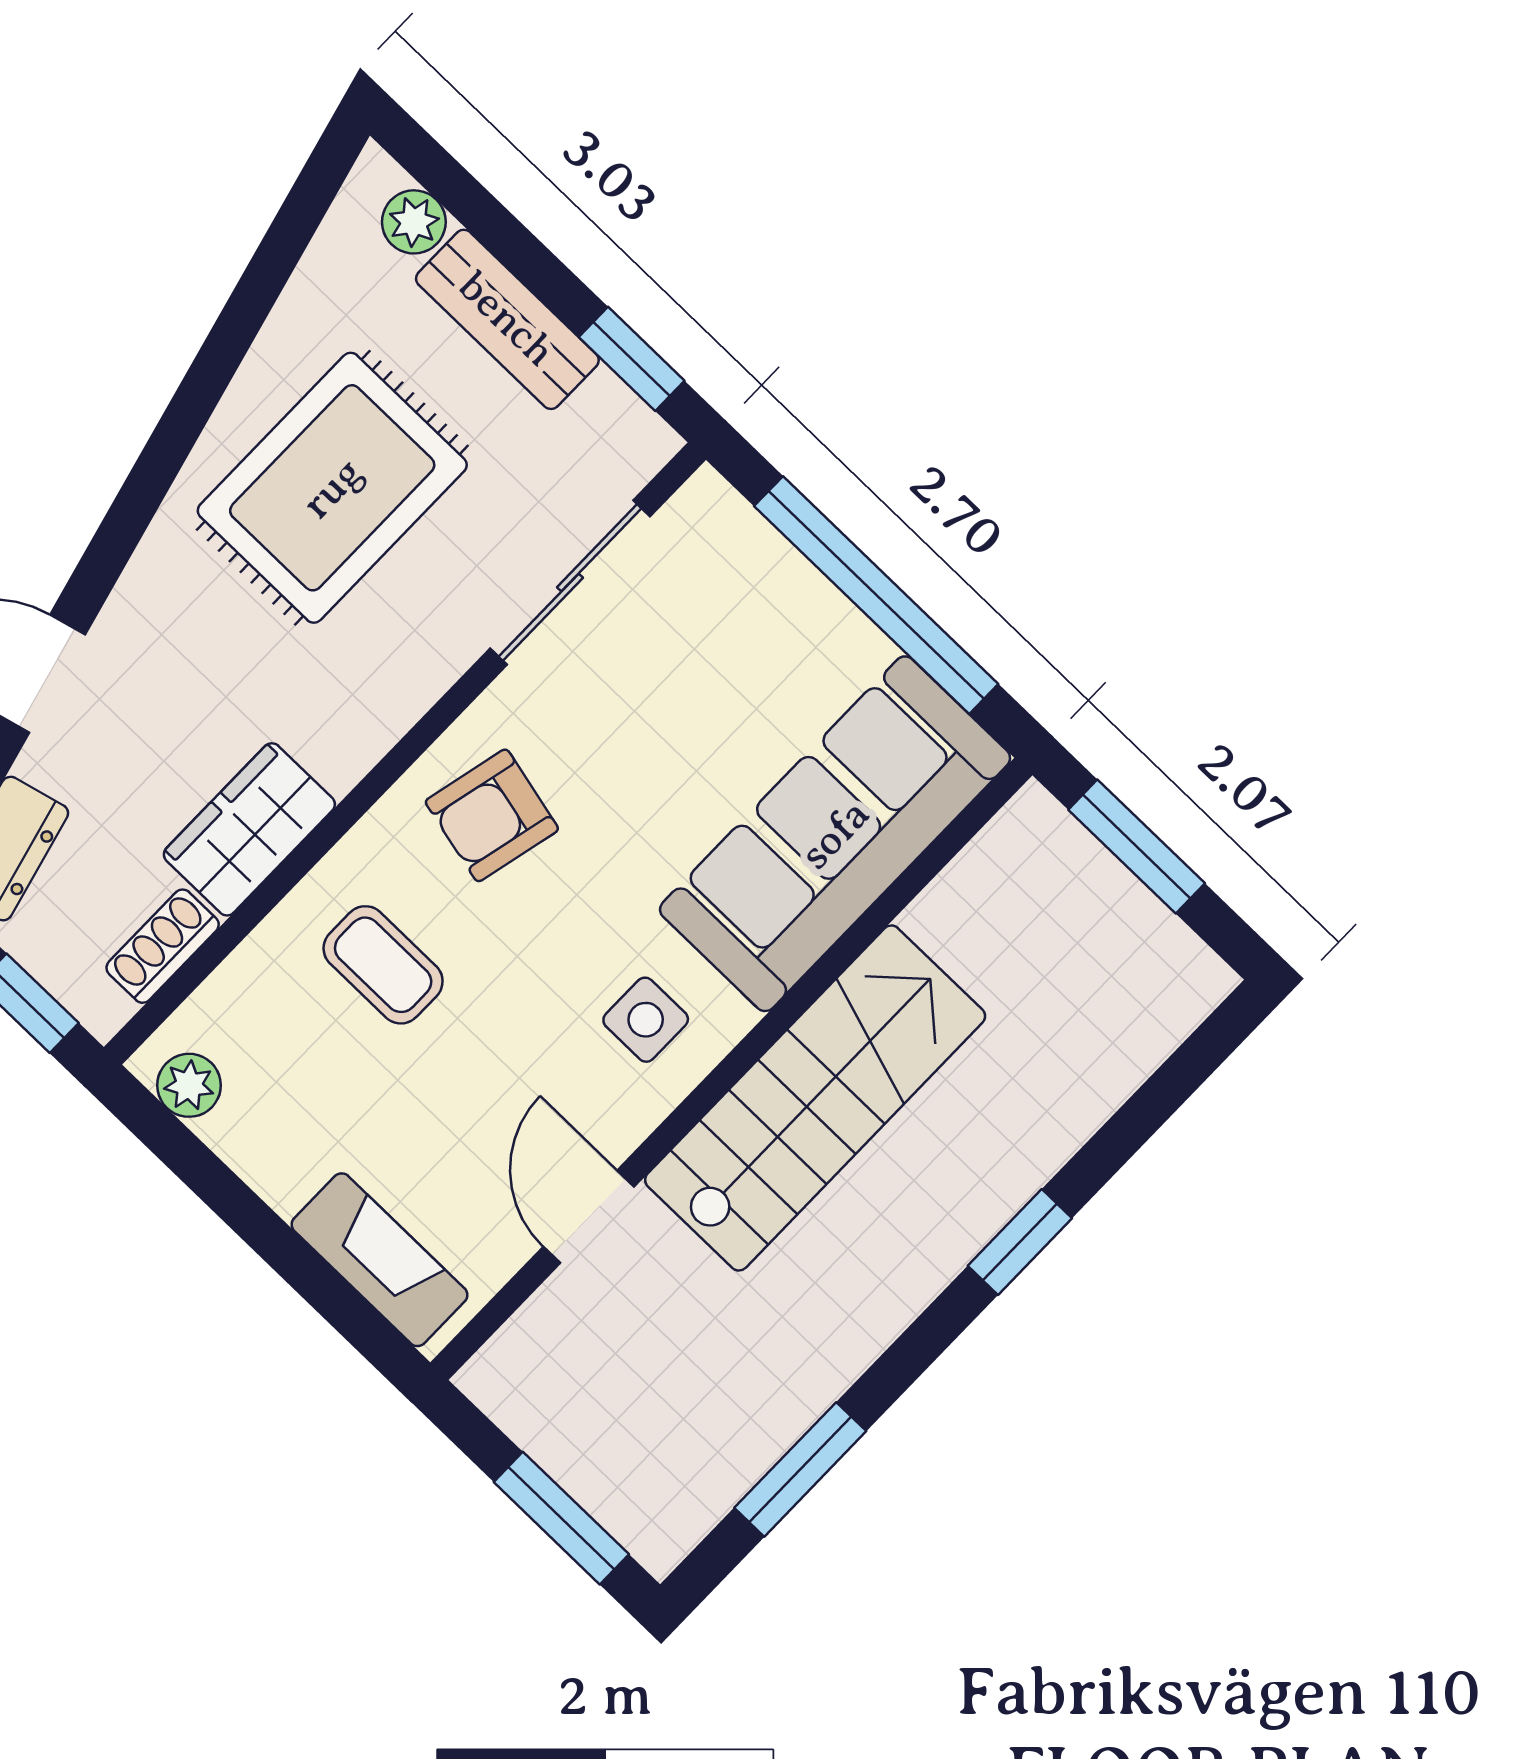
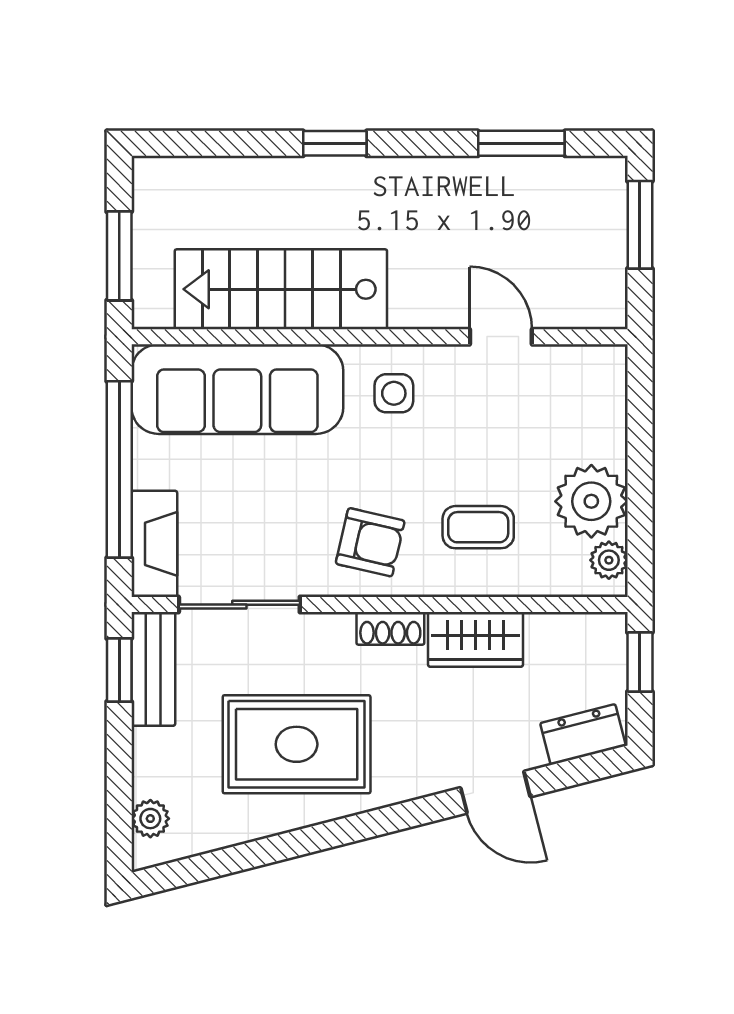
bench: (507, 319) -> (153, 669), moved
shoe rack: (163, 946) -> (390, 628), moved
coffee table: (383, 965) -> (478, 527), turned 90
stairs: (815, 1098) -> (281, 289), moved
plant: (282, 1133) -> (591, 501), added
door: (589, 1217) -> (501, 337), swing flipped
fireplace: (379, 1260) -> (154, 544), moved, turned 180

